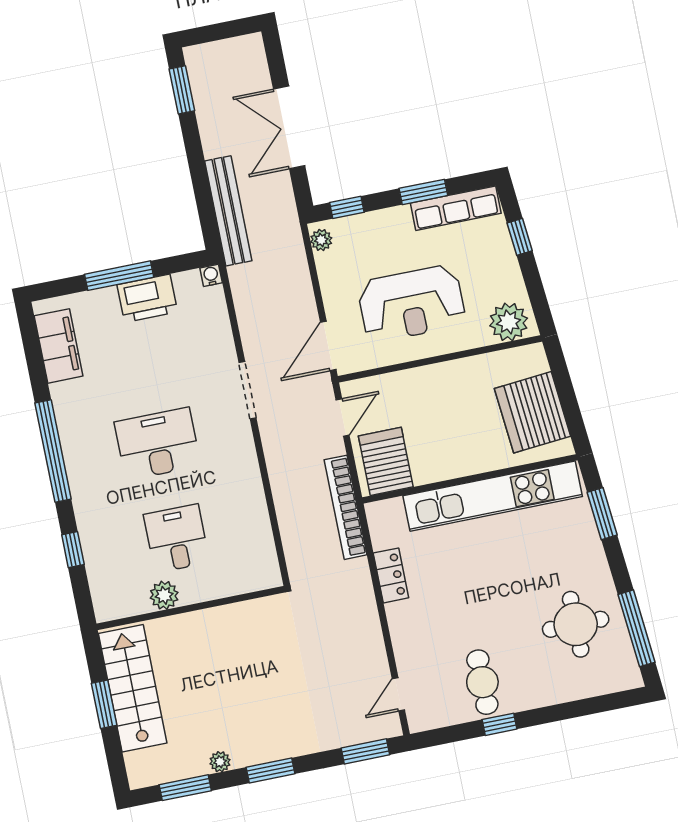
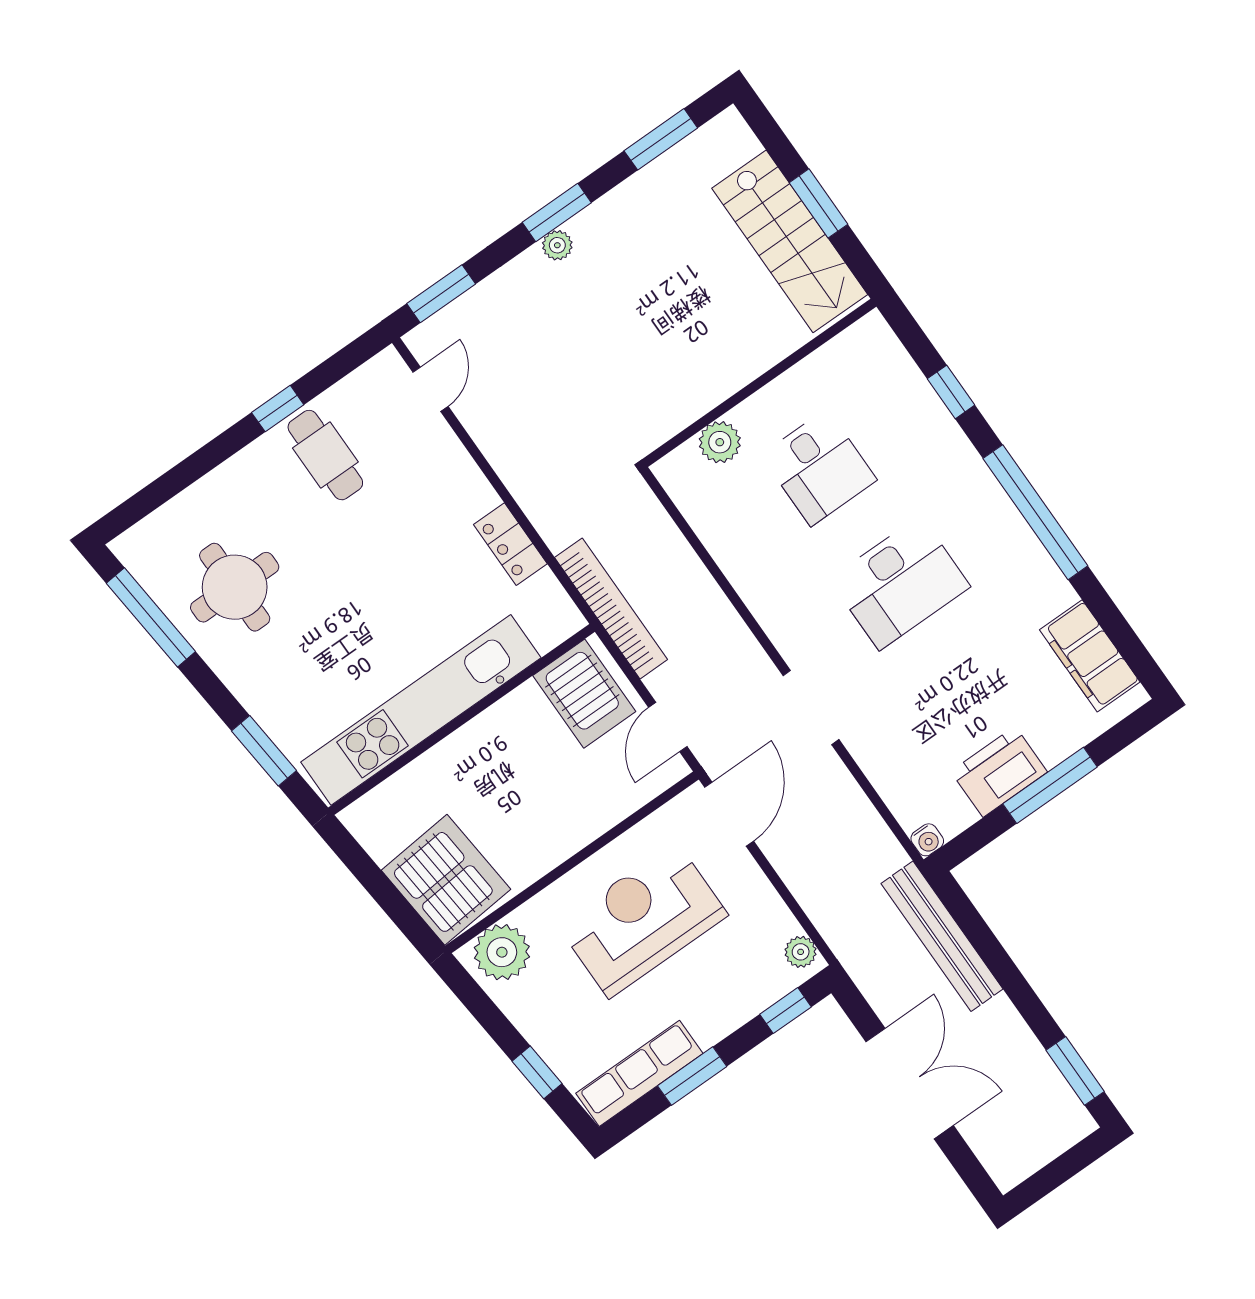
server rack: (532, 412) -> (446, 880), moved
plant: (164, 595) -> (720, 442), moved
plant: (220, 762) -> (557, 245), moved

